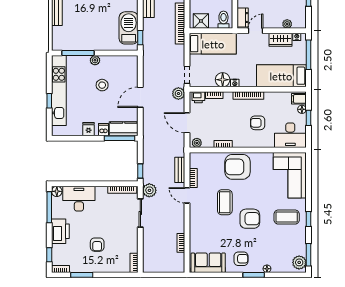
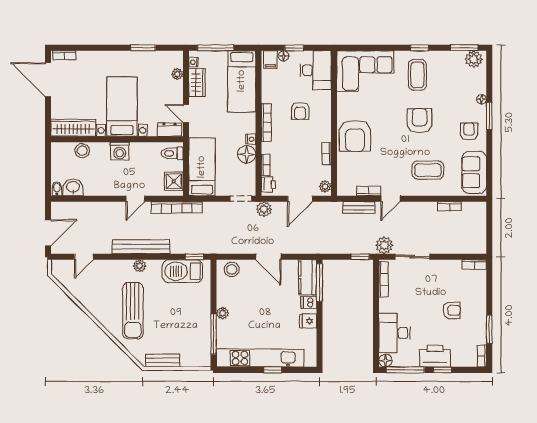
stool: (102, 85) -> (232, 269), moved
coffee table: (225, 202) -> (428, 170), moved
window: (49, 255) -> (442, 370), moved

